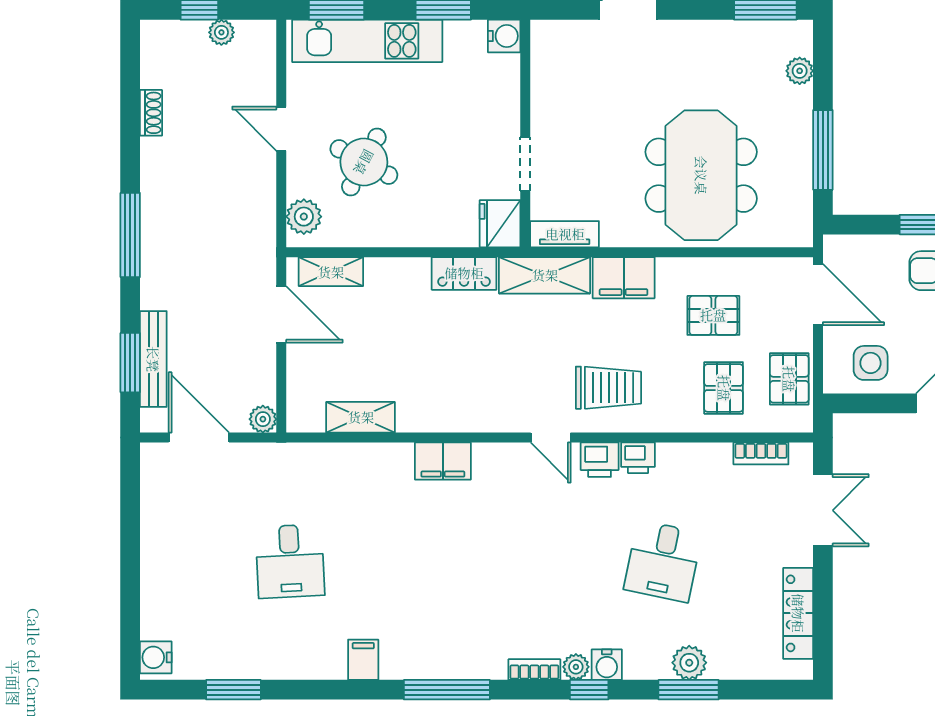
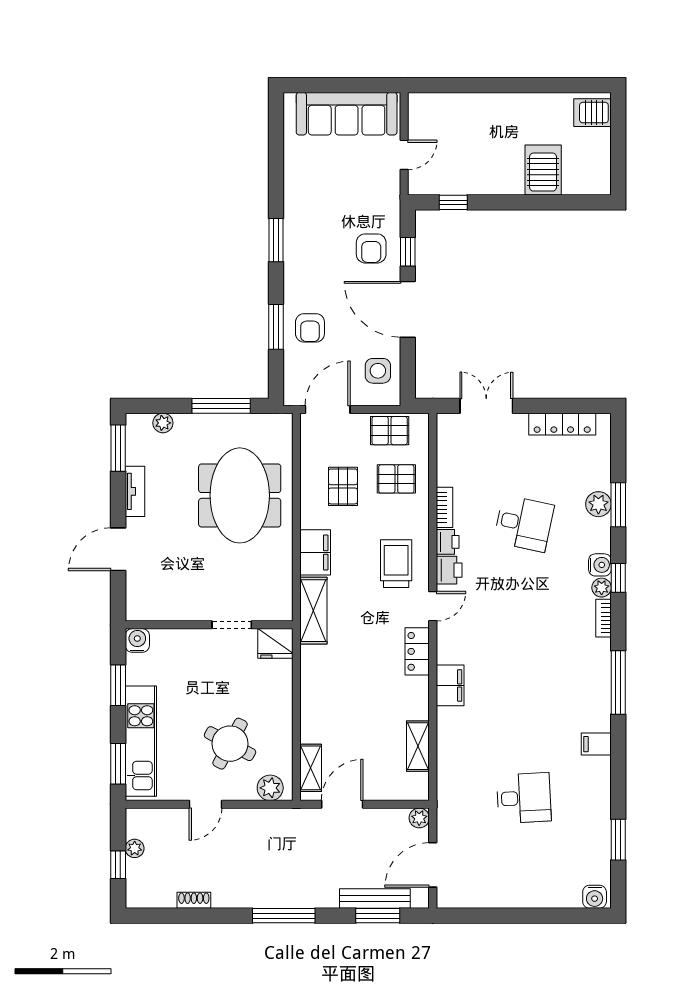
meeting table: (701, 175) -> (240, 495), turned 90
tv unit: (565, 234) -> (135, 491), moved, turned 180
locker: (464, 273) -> (417, 651), moved, turned 180
bookcase: (761, 453) -> (445, 507), moved

